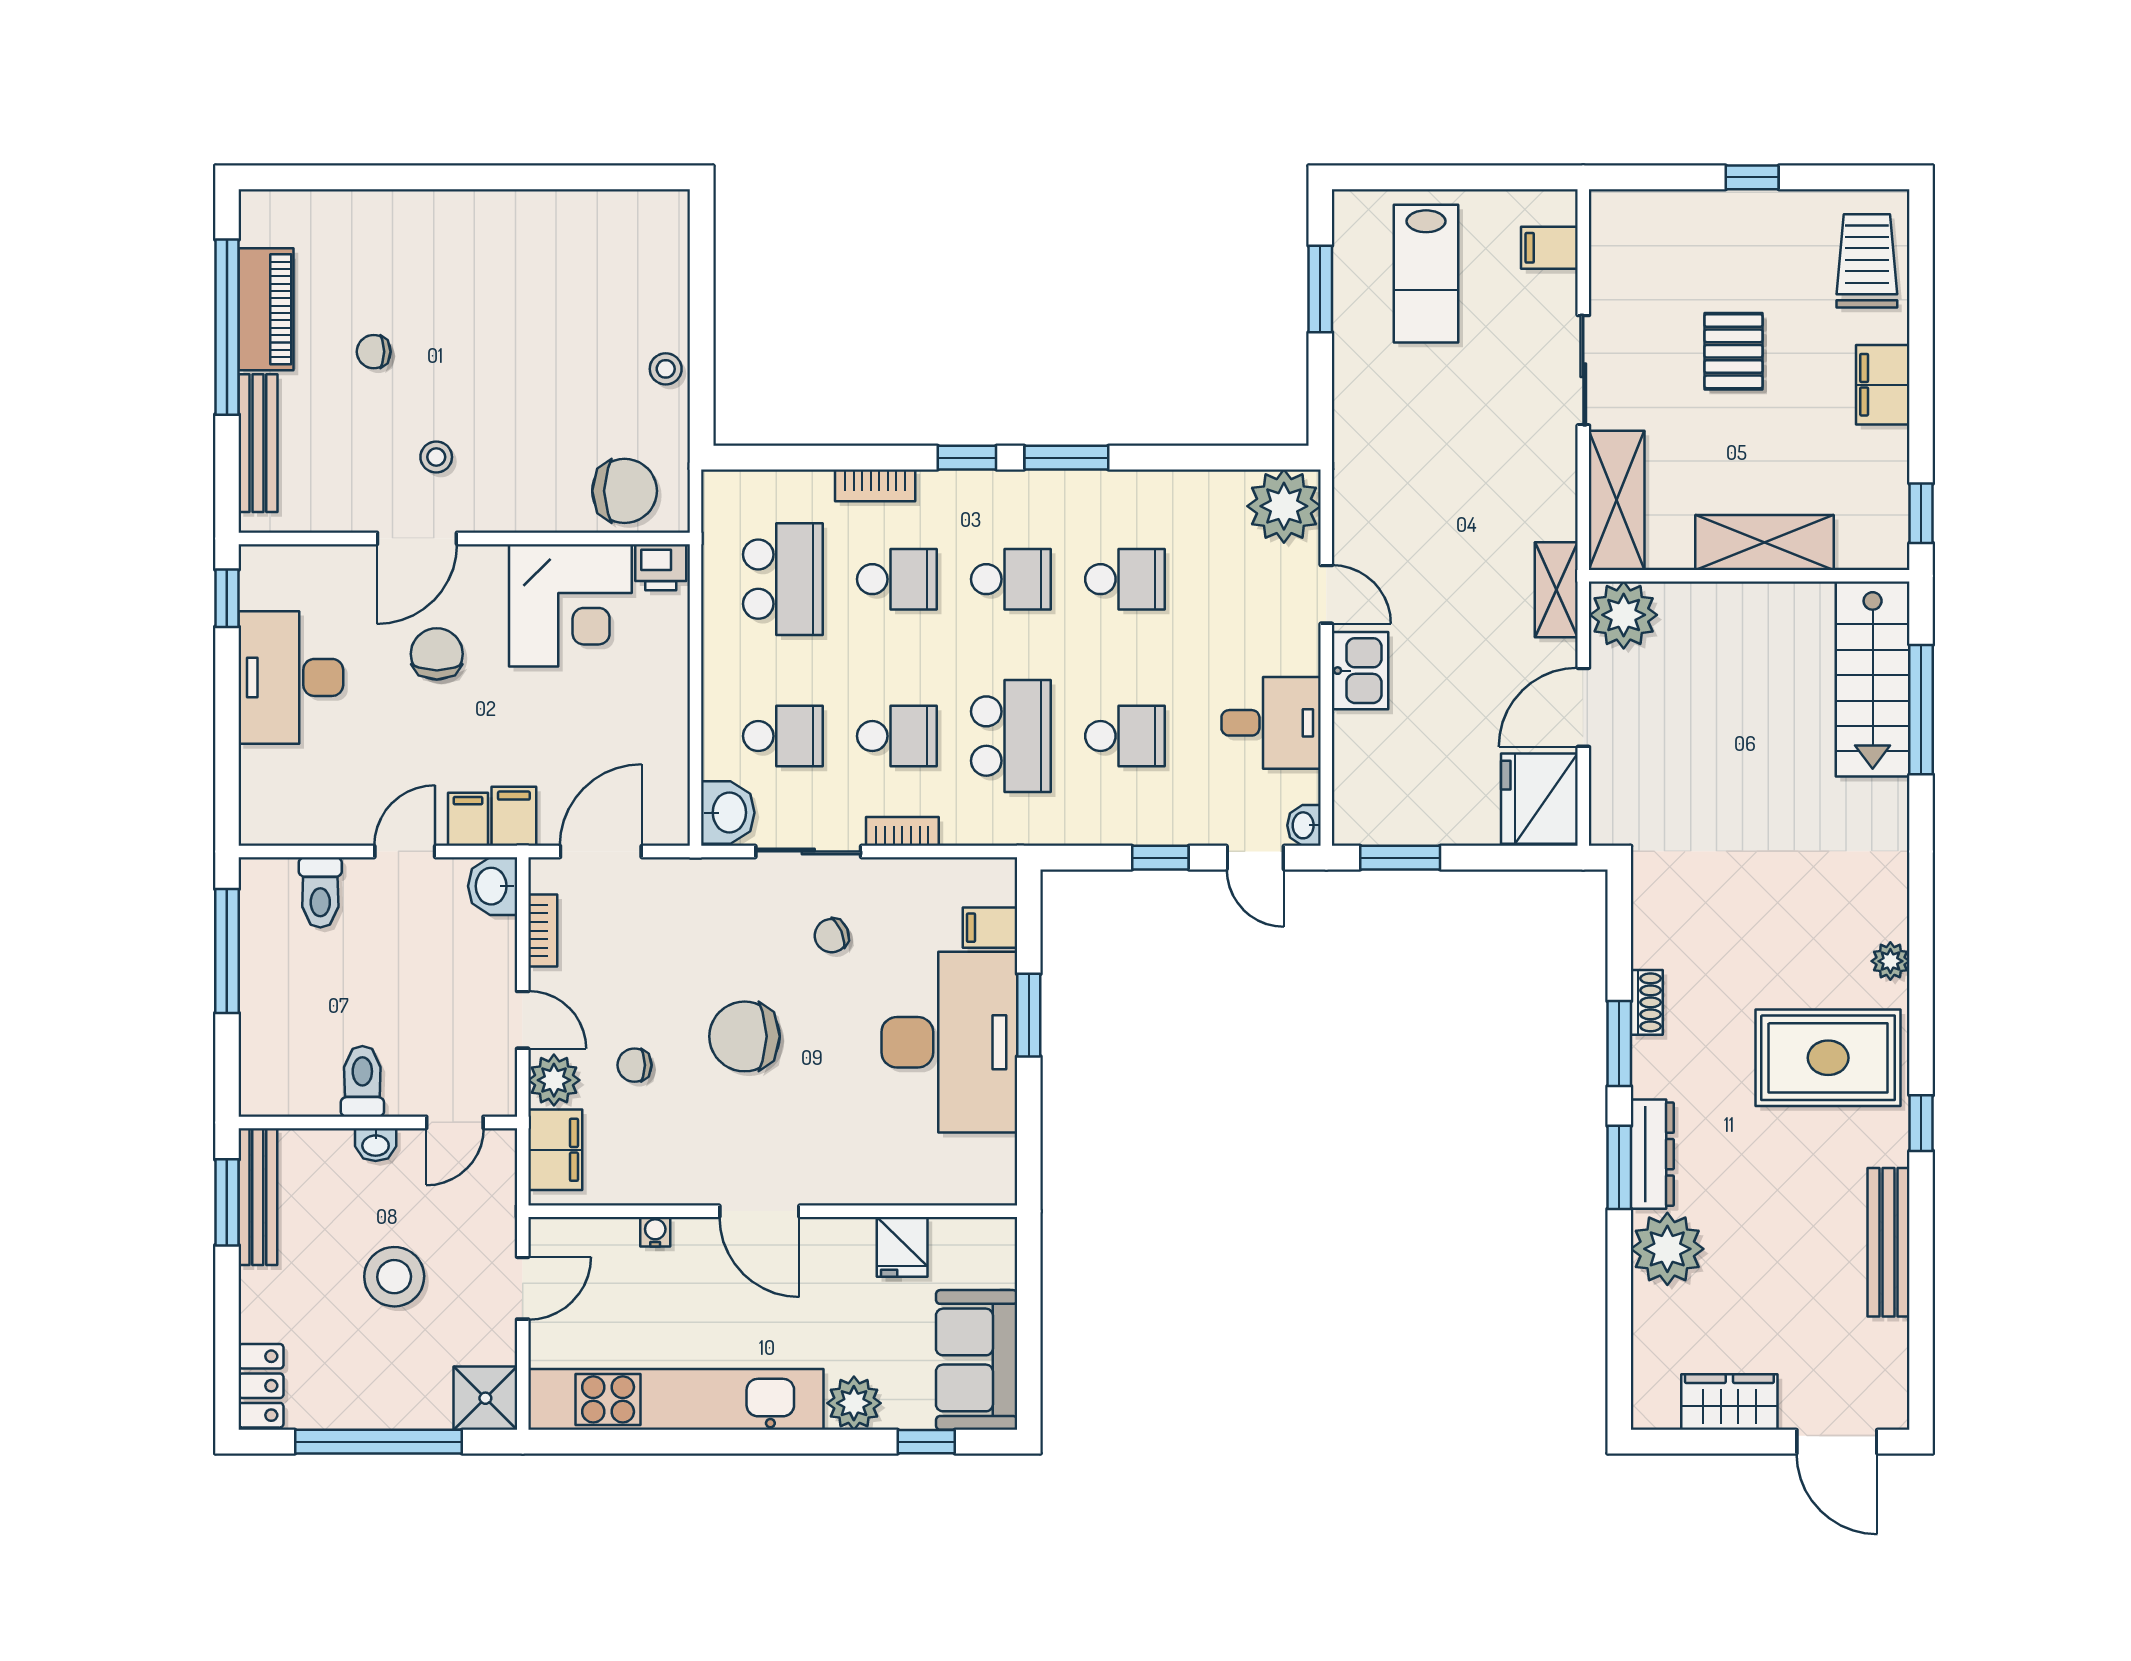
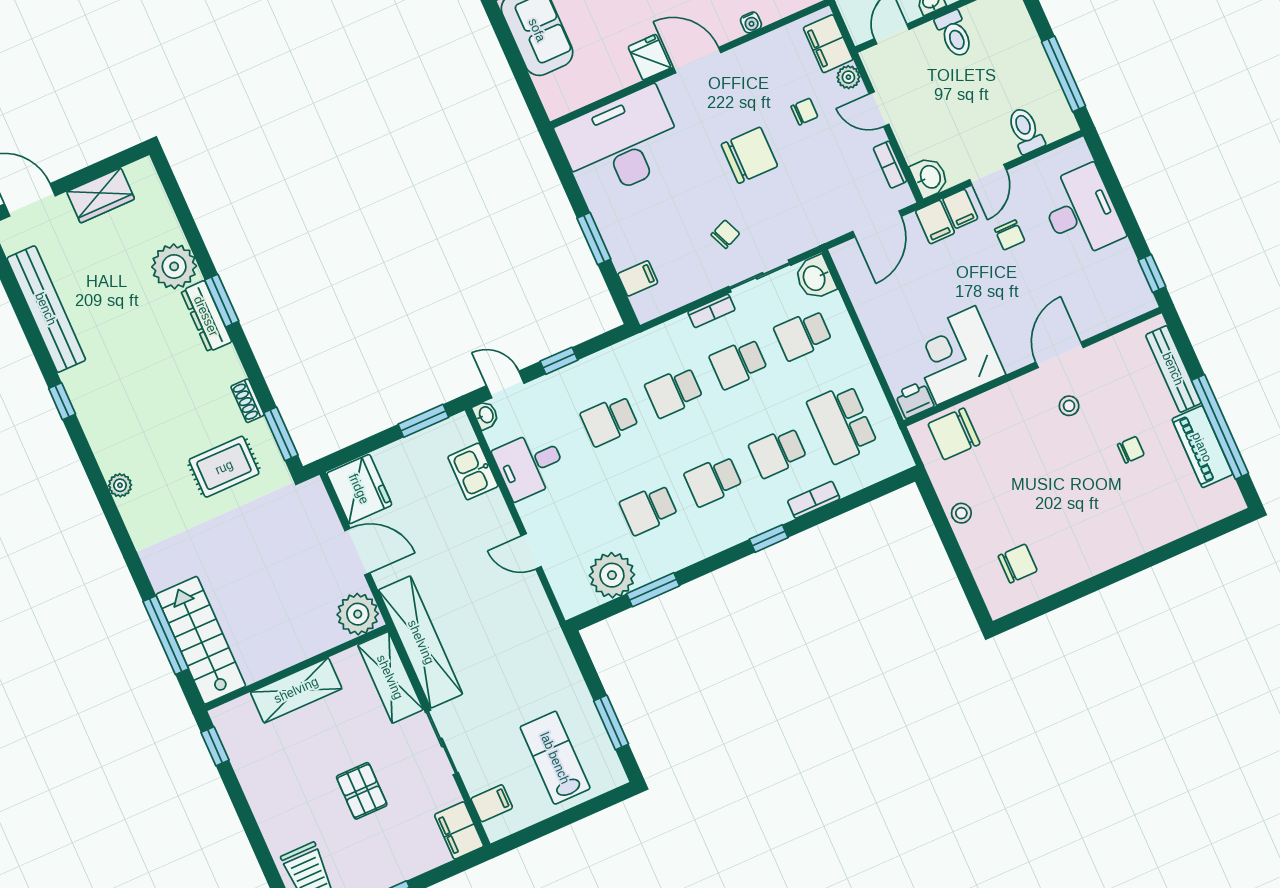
chair: (615, 258) -> (1018, 563), added
filing cabinet: (1883, 385) -> (459, 830), moved, turned 180
window: (1066, 458) -> (653, 590), moved
plant: (1284, 506) -> (612, 575), moved
shelving: (1556, 590) -> (421, 642), width x2.20, depth x1.33
chair: (437, 654) -> (1010, 235), moved, width x0.73, depth x0.73
kitchen sink: (1360, 671) -> (473, 471), moved
desk: (291, 677) -> (1081, 212), moved
door: (1583, 707) -> (357, 552), hinge flipped
school desk: (1011, 736) -> (674, 392), width x0.54
desk: (949, 1042) -> (621, 144), moved, turned 90
window: (1619, 1044) -> (281, 434), moved
rug: (1828, 1058) -> (224, 467), moved, width x0.73, depth x0.70
plant: (554, 1080) -> (848, 77), width x0.73, depth x0.73
bench: (1889, 1242) -> (46, 309), width x1.37, depth x1.21
fridge: (902, 1247) -> (649, 57), moved

